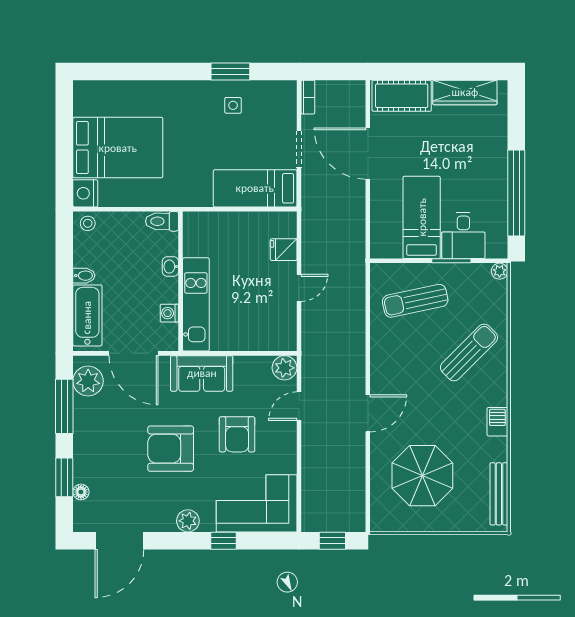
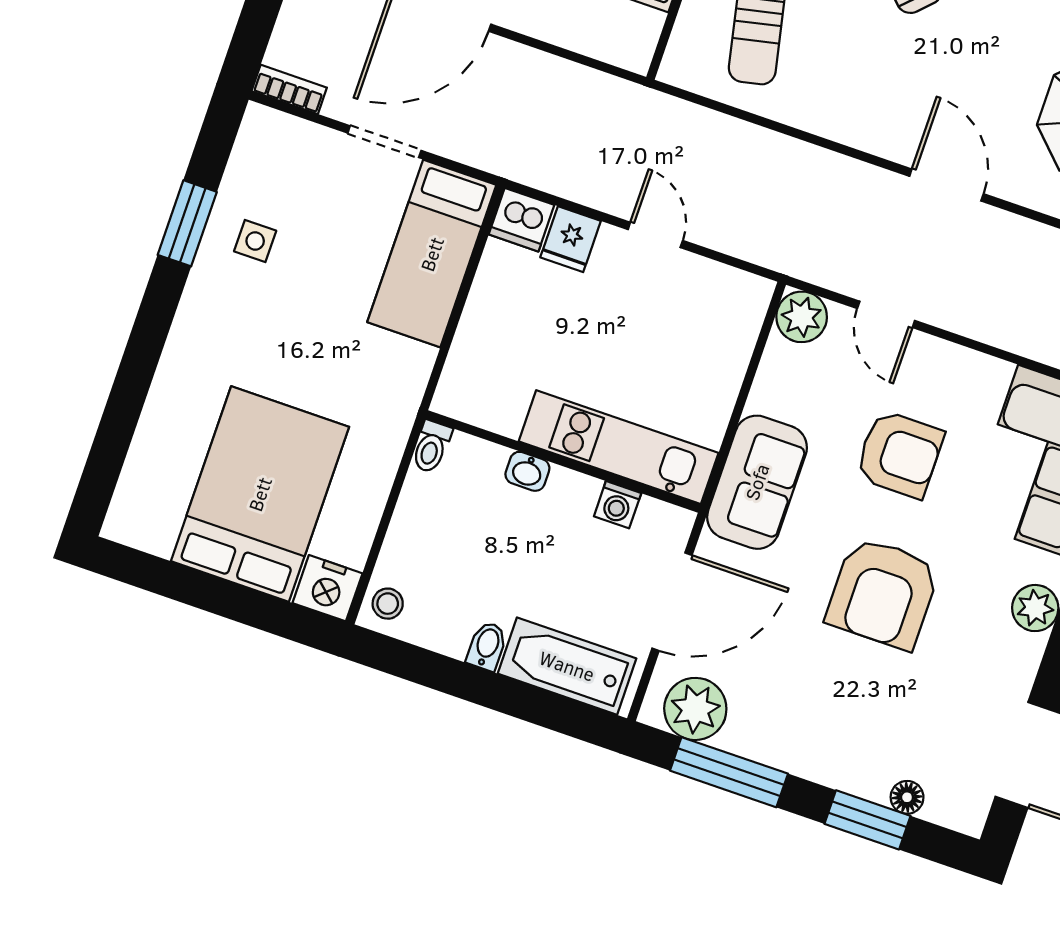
toilet: (162, 221) -> (431, 447), width x0.73, depth x0.72
dishwasher: (285, 224) -> (522, 220), added

